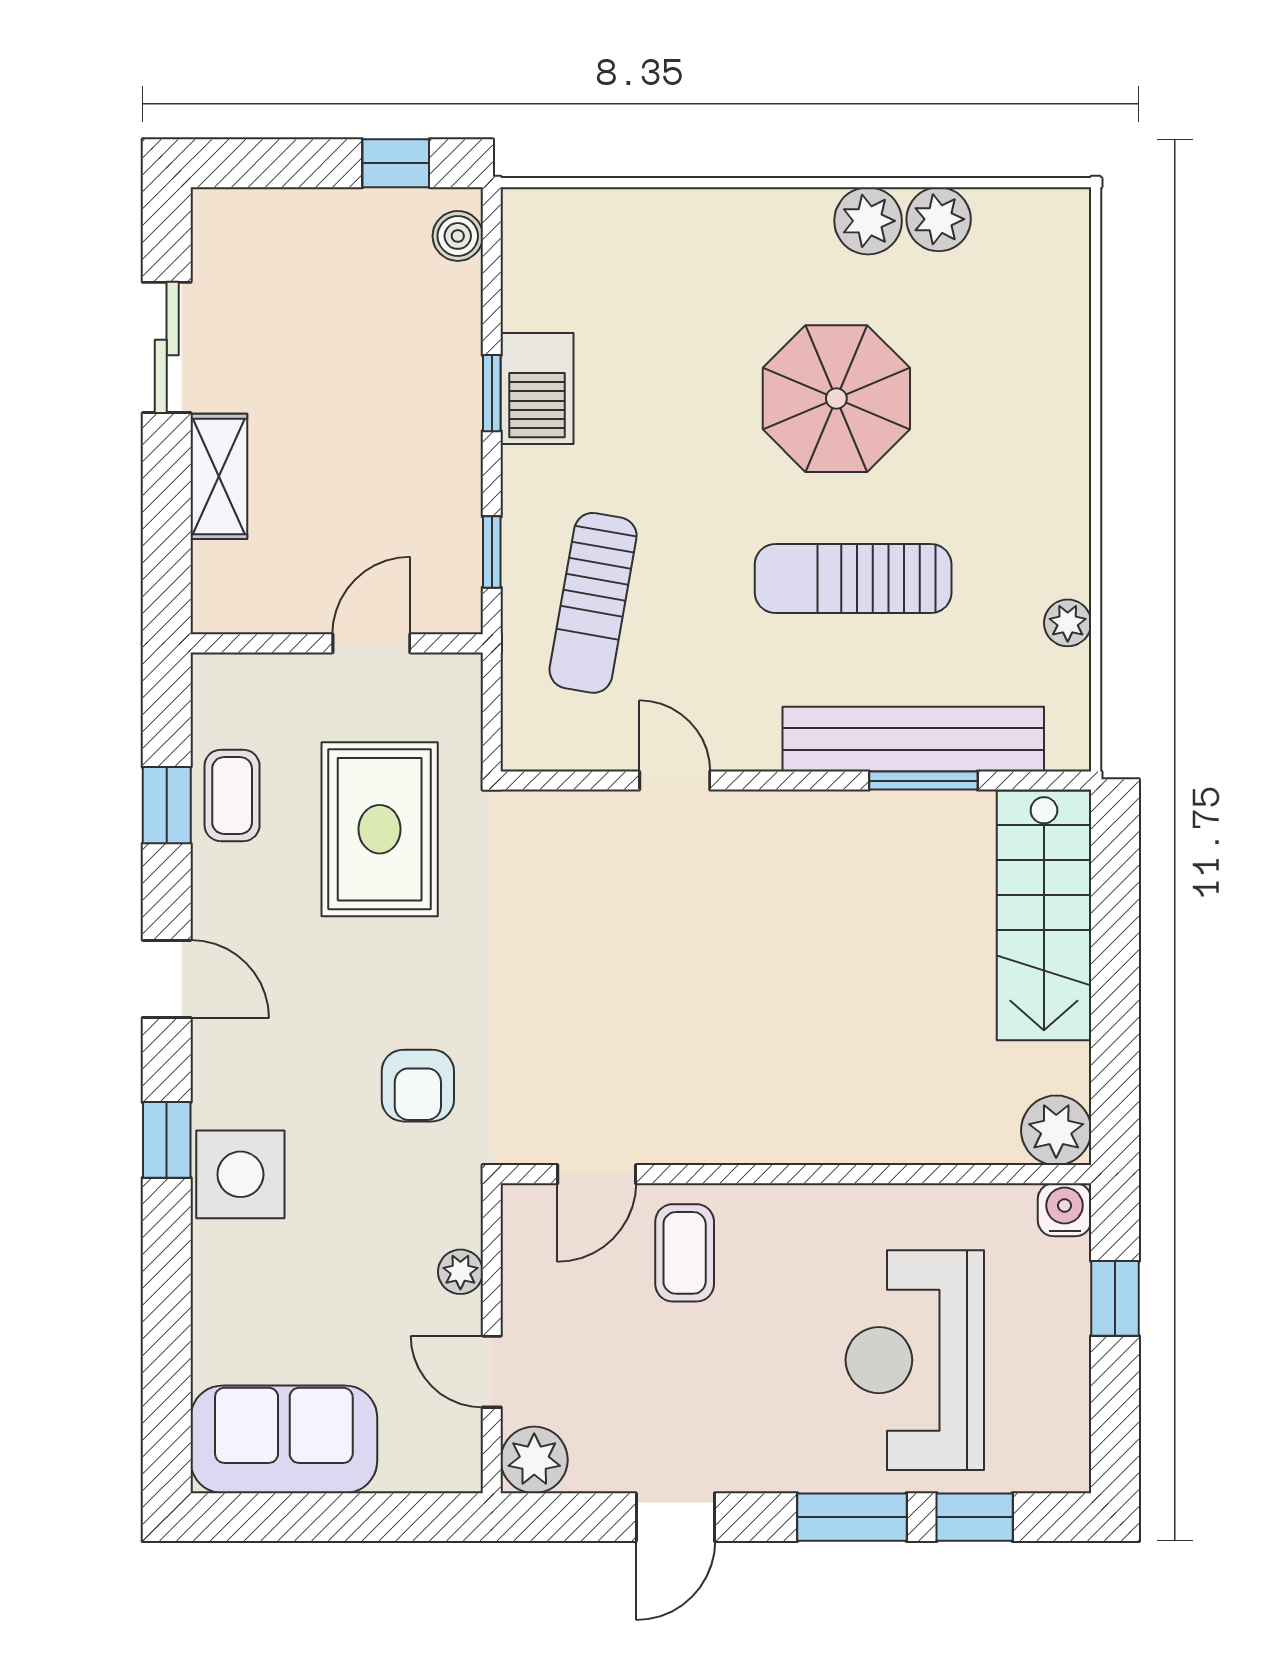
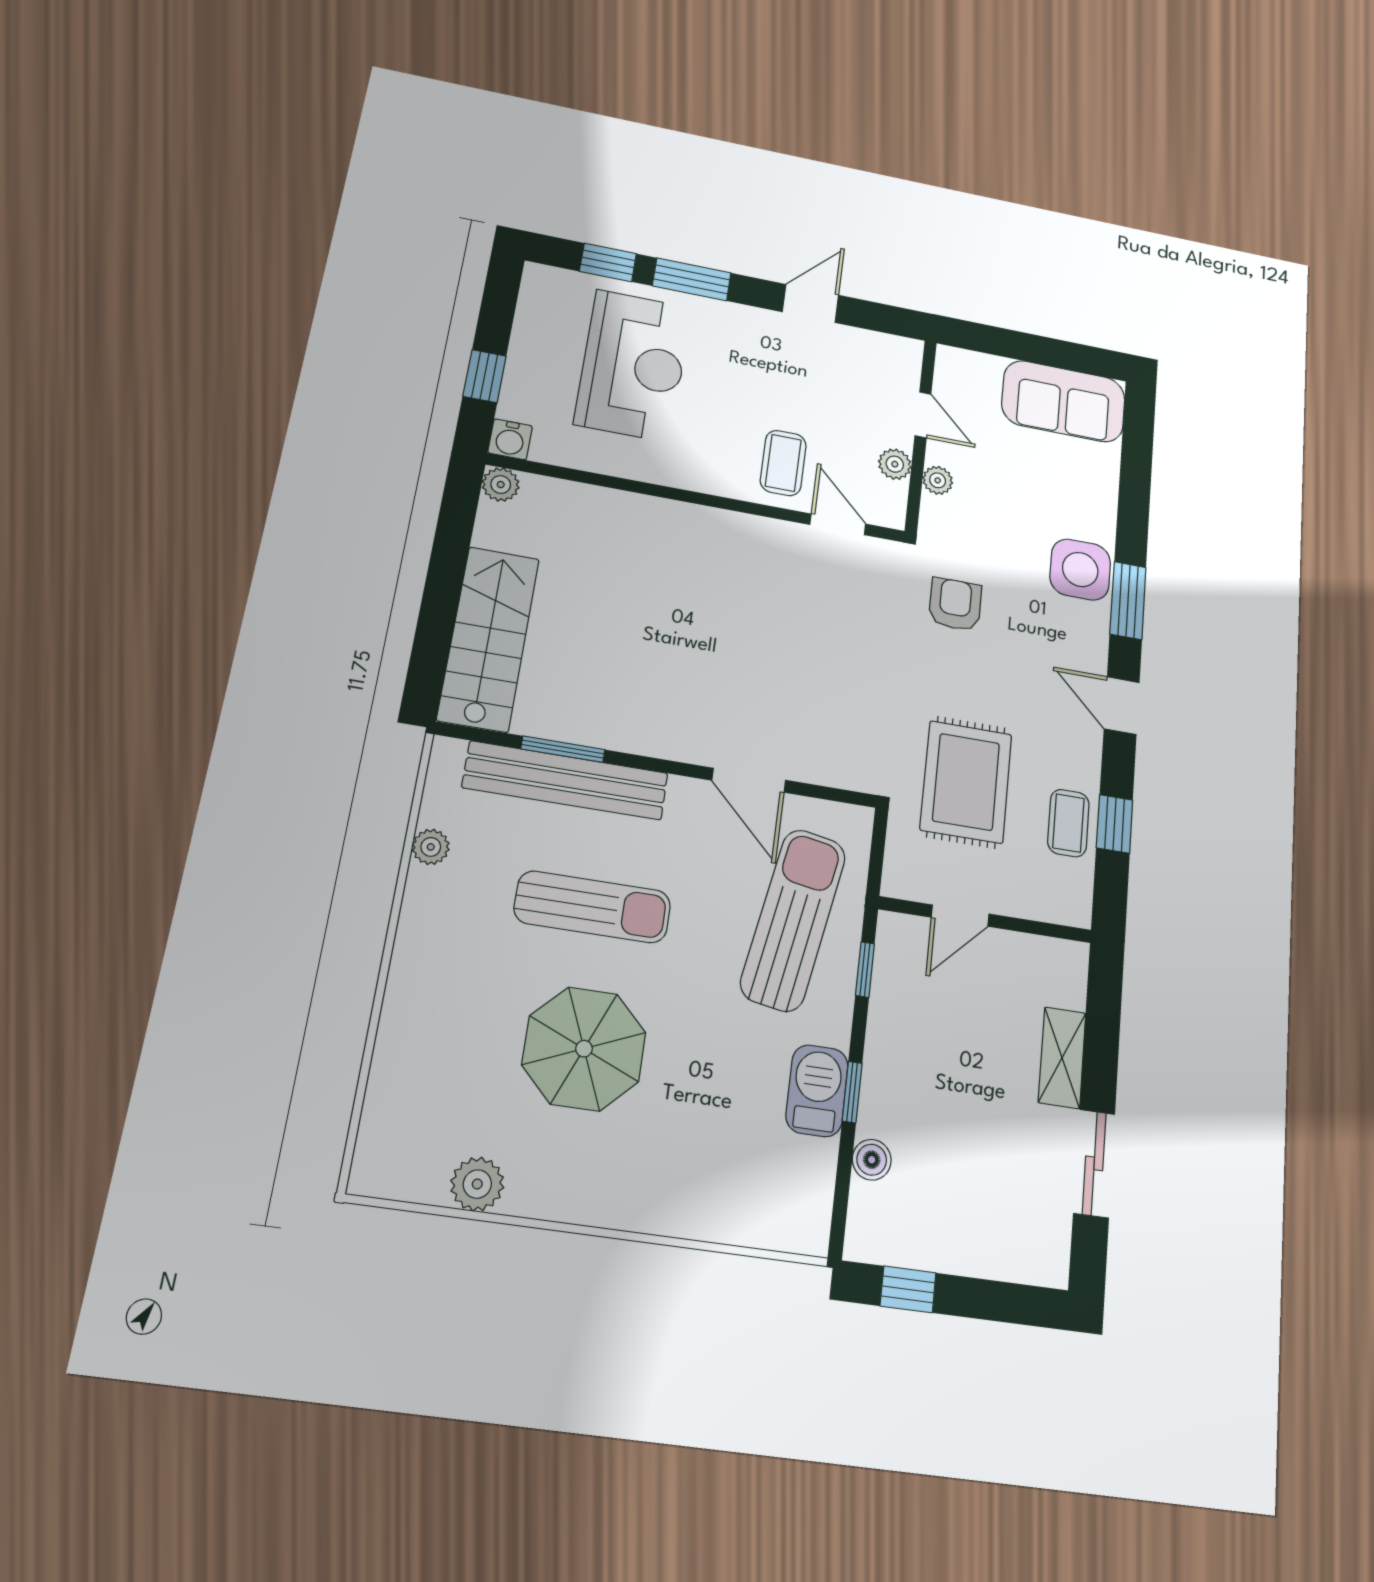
plant: (868, 221) -> (536, 1191), removed
boiler: (458, 236) -> (872, 1160), moved
sun lounger: (593, 603) -> (793, 920), width x1.36, depth x1.34
door: (675, 781) -> (749, 780), width x1.38
plant: (1056, 1130) -> (501, 485), width x0.73, depth x0.73
window: (167, 1140) -> (1128, 601), width x1.50
door: (597, 1174) -> (838, 524), hinge flipped
plant: (534, 1460) -> (895, 464), moved, width x0.73, depth x0.73

